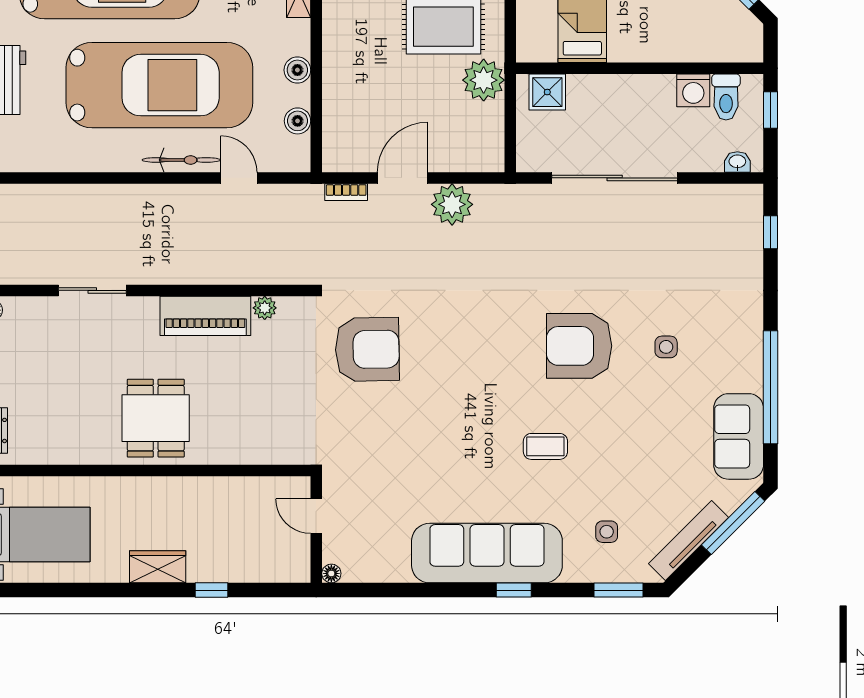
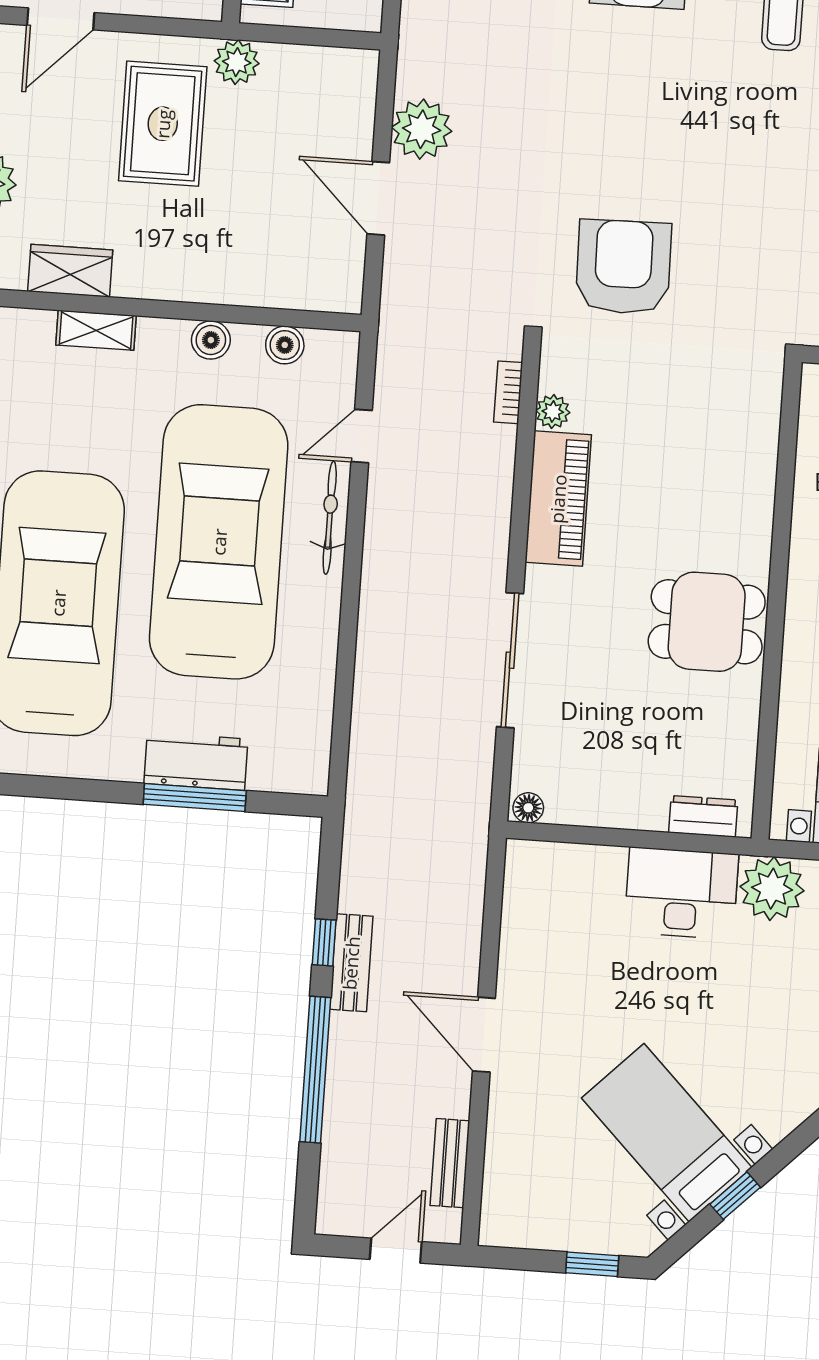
plant: (484, 80) -> (237, 62), width x0.73, depth x0.73
bookcase: (346, 192) -> (508, 392), moved, turned 180
sliding door: (92, 290) -> (510, 660), width x1.37
dining table: (156, 418) -> (707, 622), moved

